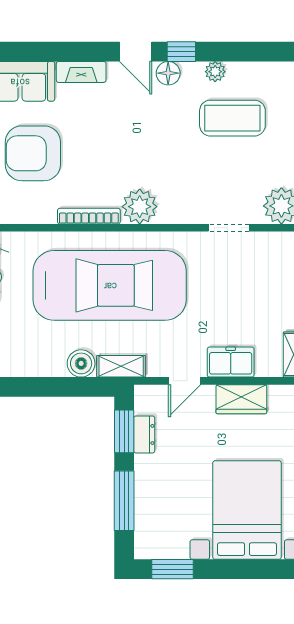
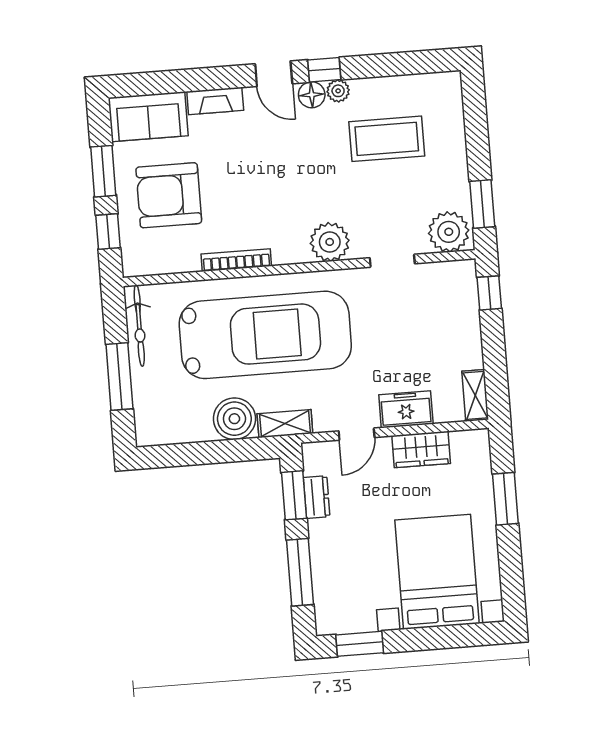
plant: (215, 72) -> (338, 91), moved
plant: (140, 207) -> (330, 242), moved
boiler: (81, 363) -> (234, 419), width x1.37, depth x1.37

